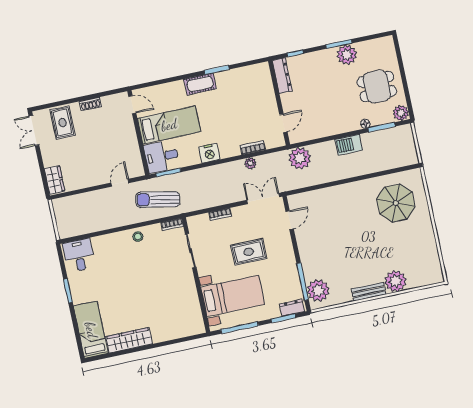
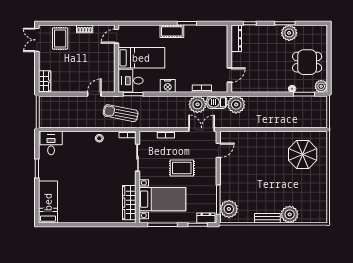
door: (132, 105) -> (117, 36), swing flipped
barbecue: (349, 145) -> (217, 102), moved
plant: (250, 163) -> (197, 104), width x1.88, depth x1.88
wardrobe: (129, 340) -> (129, 203), moved, turned -90

